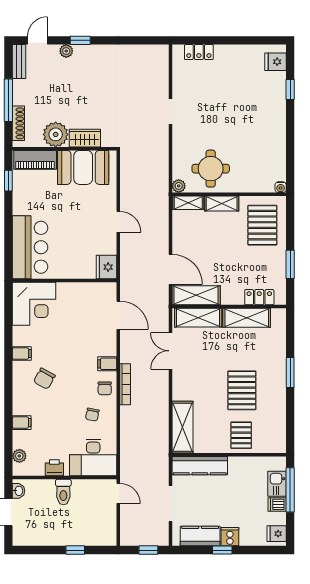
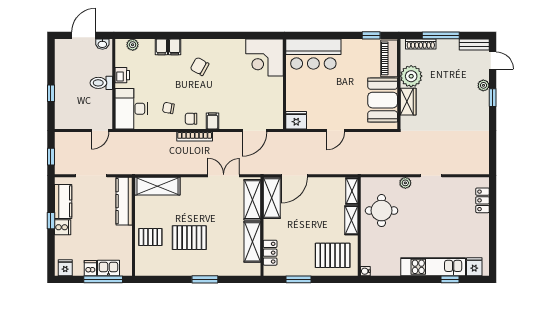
kitchen unit: (276, 109) -> (433, 267), added
plant: (179, 186) -> (405, 183), moved
filing cabinet: (22, 354) -> (175, 47), moved

